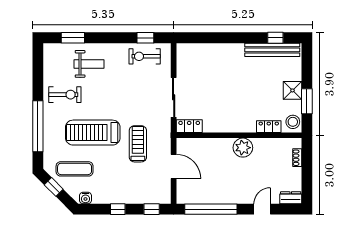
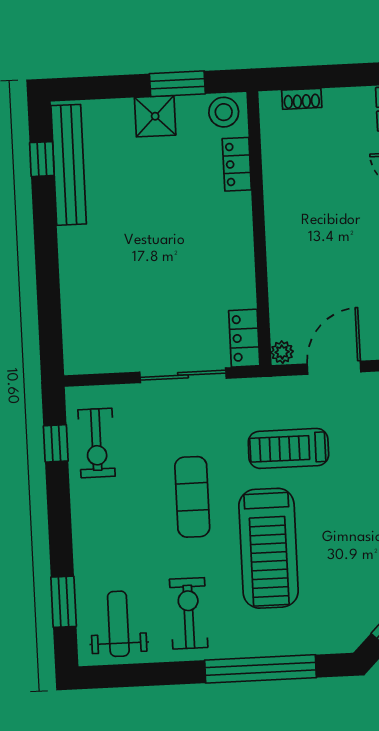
weight bench: (89, 64) -> (118, 624), moved
plant: (243, 148) -> (282, 352), moved, width x0.53, depth x0.53
exercise mat: (75, 169) -> (192, 497), moved

